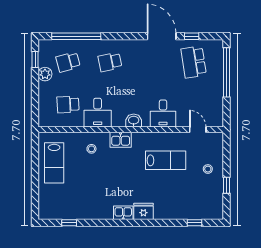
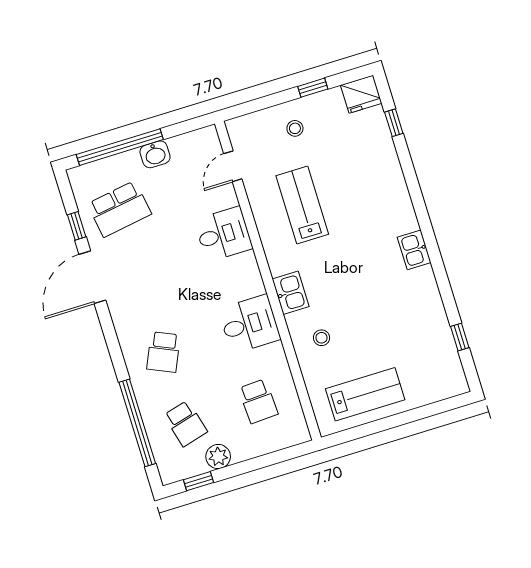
school desk: (110, 62) -> (163, 352), turned 36
desk: (98, 113) -> (249, 324), moved
washbasin: (134, 121) -> (155, 154), moved, turned -90
fridge: (143, 211) -> (361, 94), moved, turned -90

